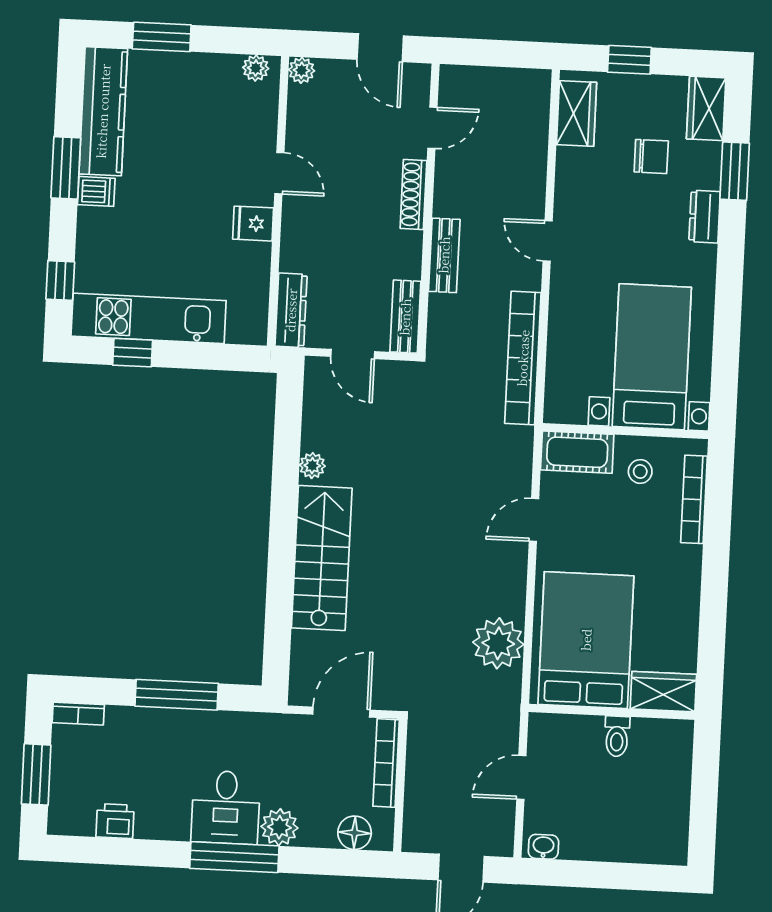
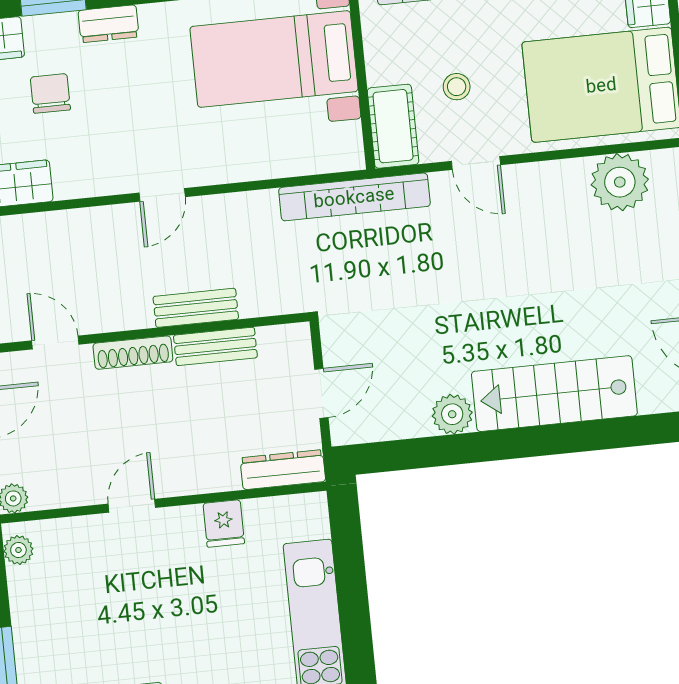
fridge: (253, 224) -> (224, 523), moved
bench: (405, 317) -> (215, 346), moved
window: (133, 353) -> (357, 639), removed
bookcase: (523, 358) -> (354, 197), moved
plant: (312, 466) -> (452, 414), width x1.38, depth x1.38
stool: (640, 471) -> (457, 87), moved

